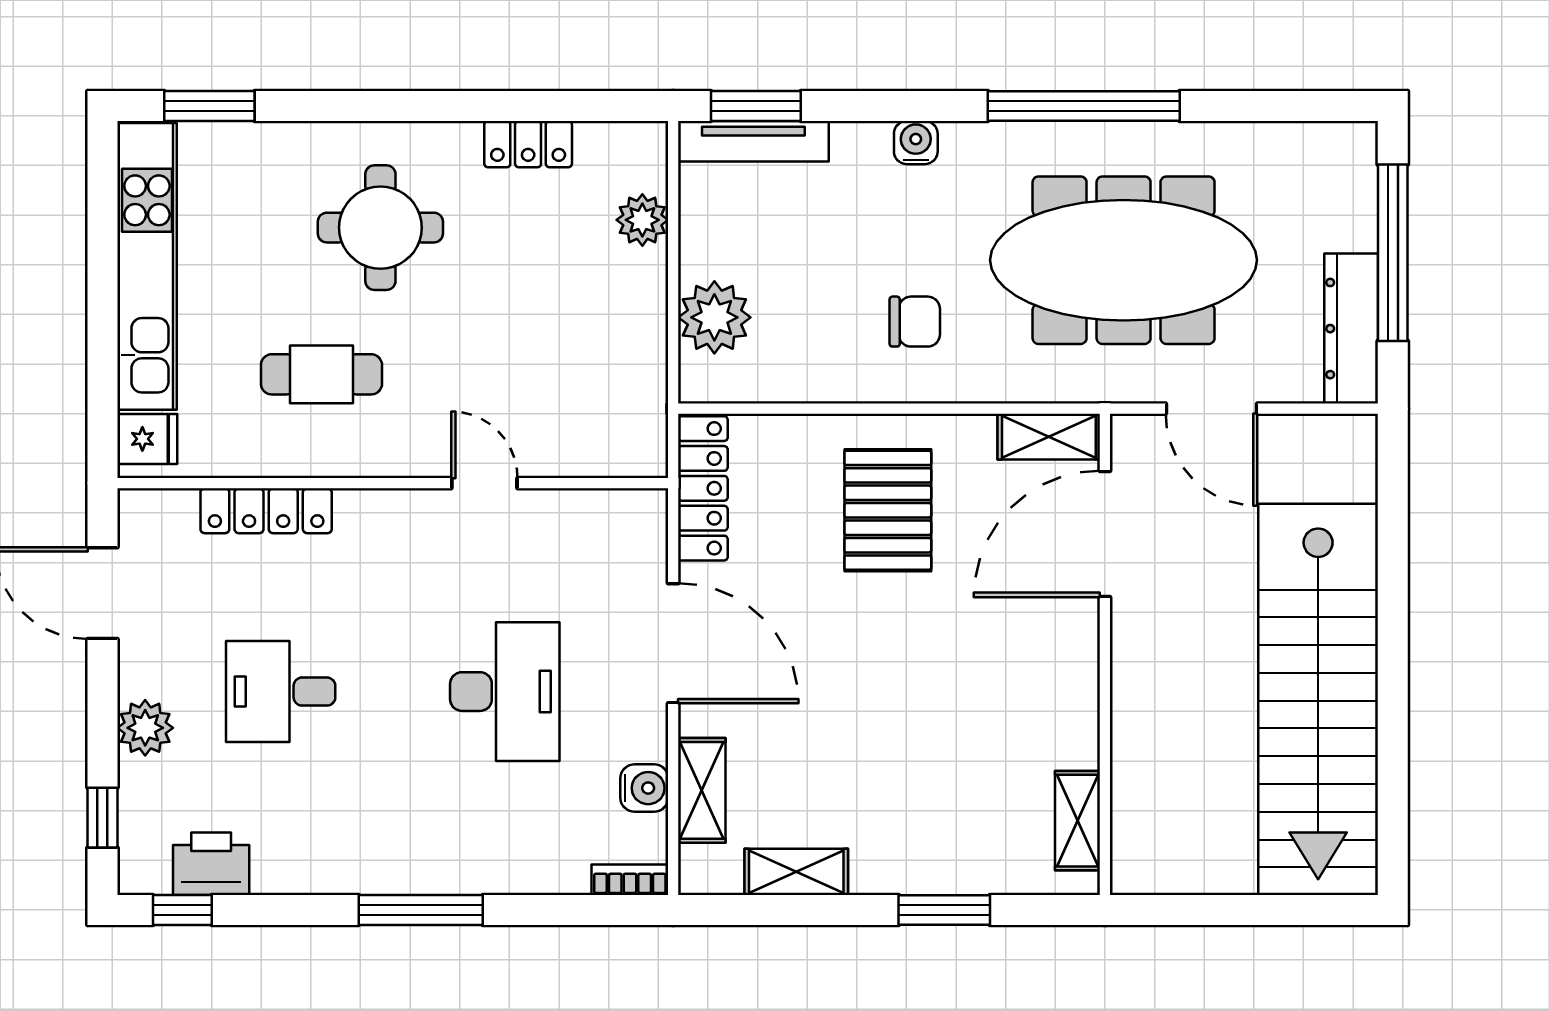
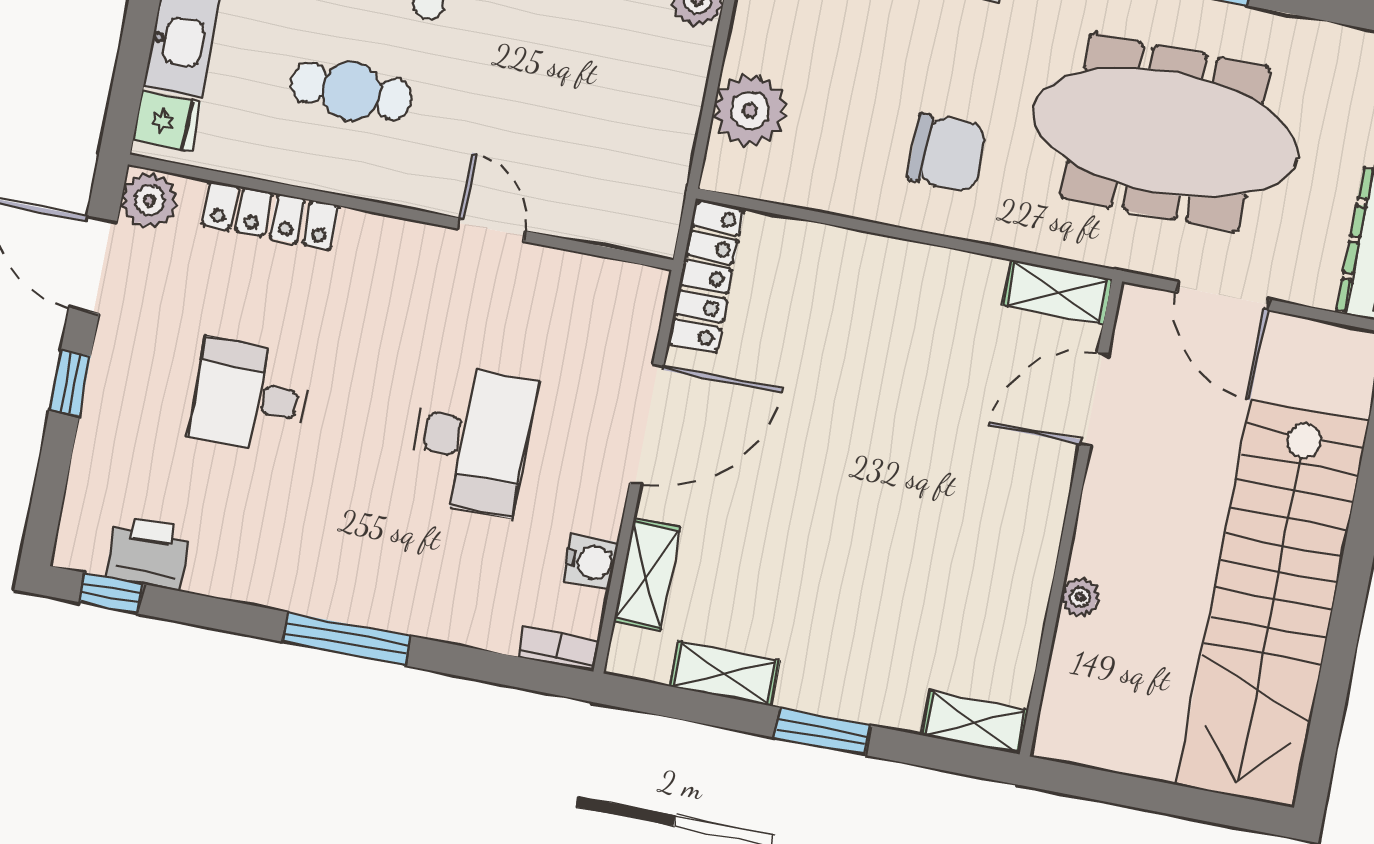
chair: (915, 322) -> (947, 153), width x1.37, depth x1.37
pallet: (888, 510) -> (884, 334), removed
door: (1105, 534) -> (1094, 399), width x0.73
door: (673, 643) -> (647, 424), hinge flipped
plant: (145, 728) -> (149, 200), moved
plant: (1129, 730) -> (1080, 597), added
window: (102, 818) -> (70, 383), moved
shelving: (1078, 821) -> (975, 723), moved, turned 90
window: (944, 910) -> (822, 731), moved

